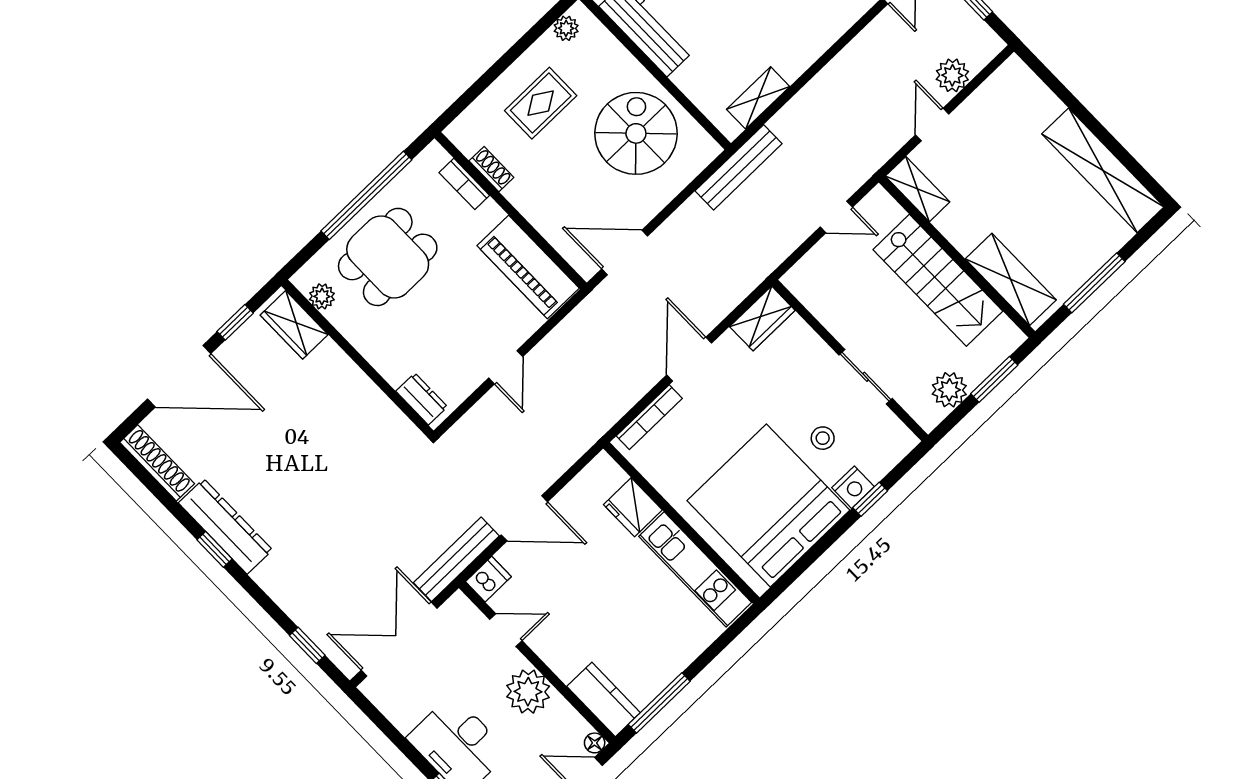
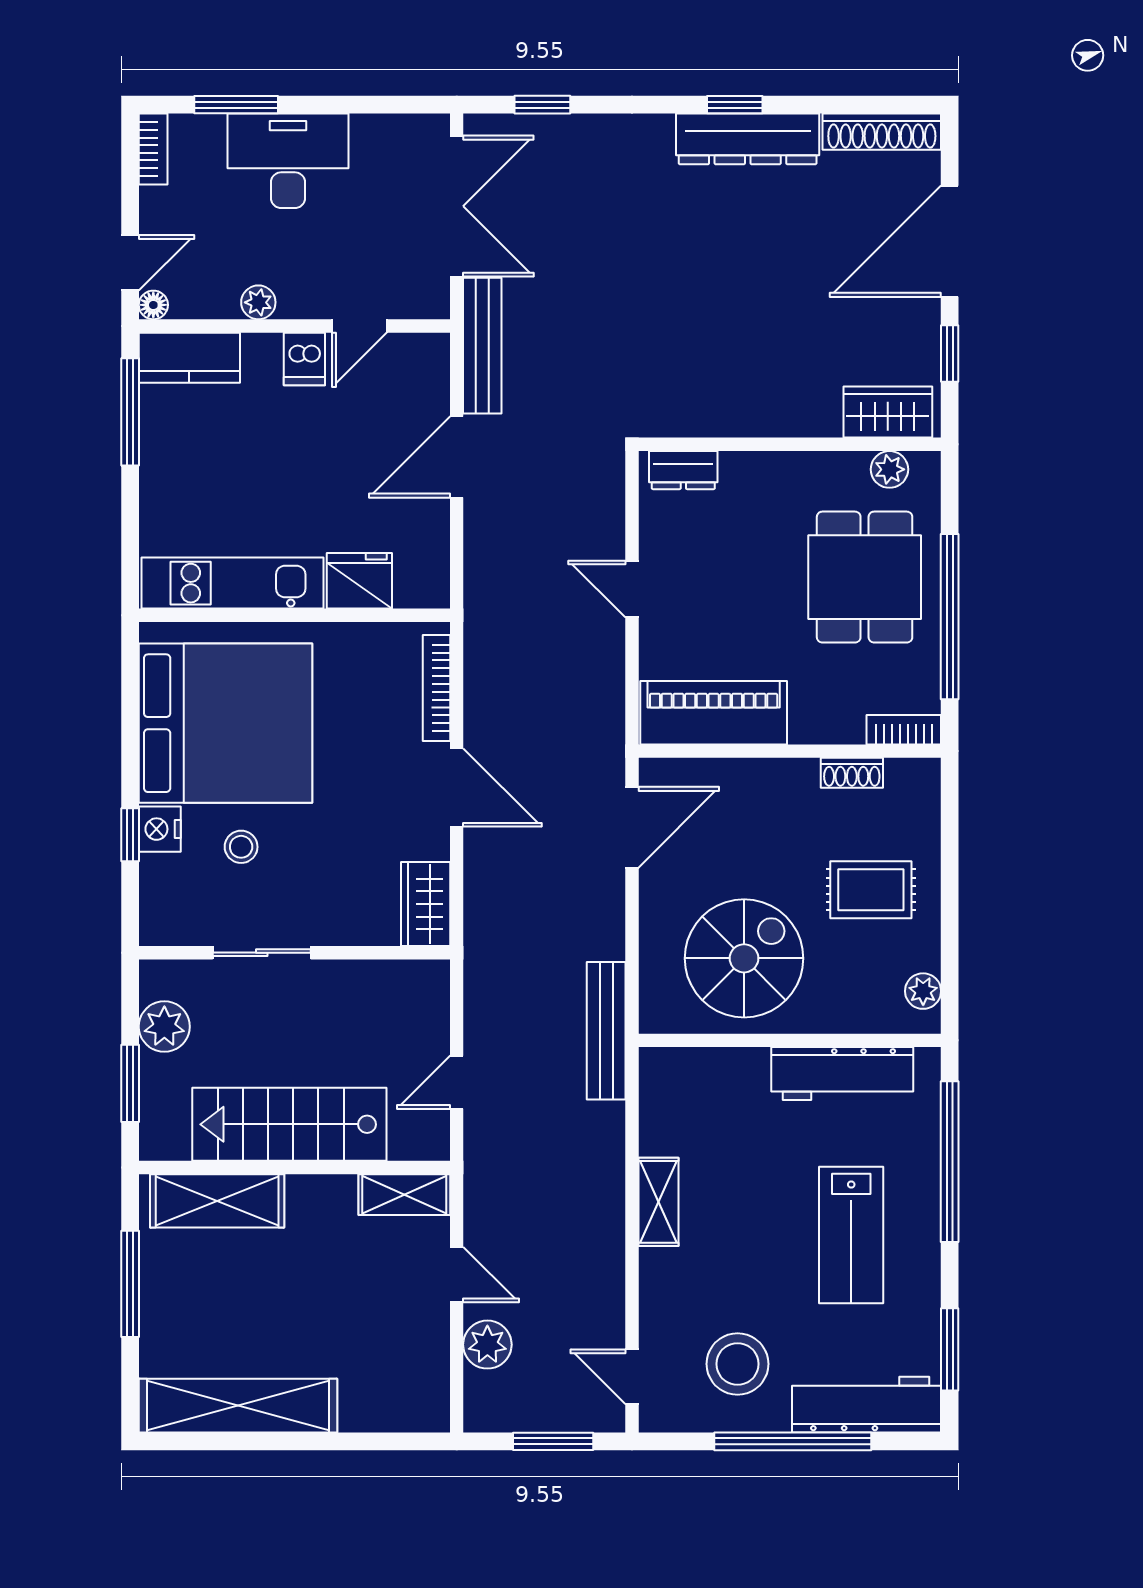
shelving: (758, 98) -> (658, 1202), moved
rug: (541, 103) -> (871, 890), turned 90
spiral stairs: (636, 133) -> (744, 958), turned -90
bookcase: (464, 184) -> (904, 730), moved
dishwasher: (488, 579) -> (304, 359), moved
plant: (528, 692) -> (258, 302), width x0.53, depth x0.53

